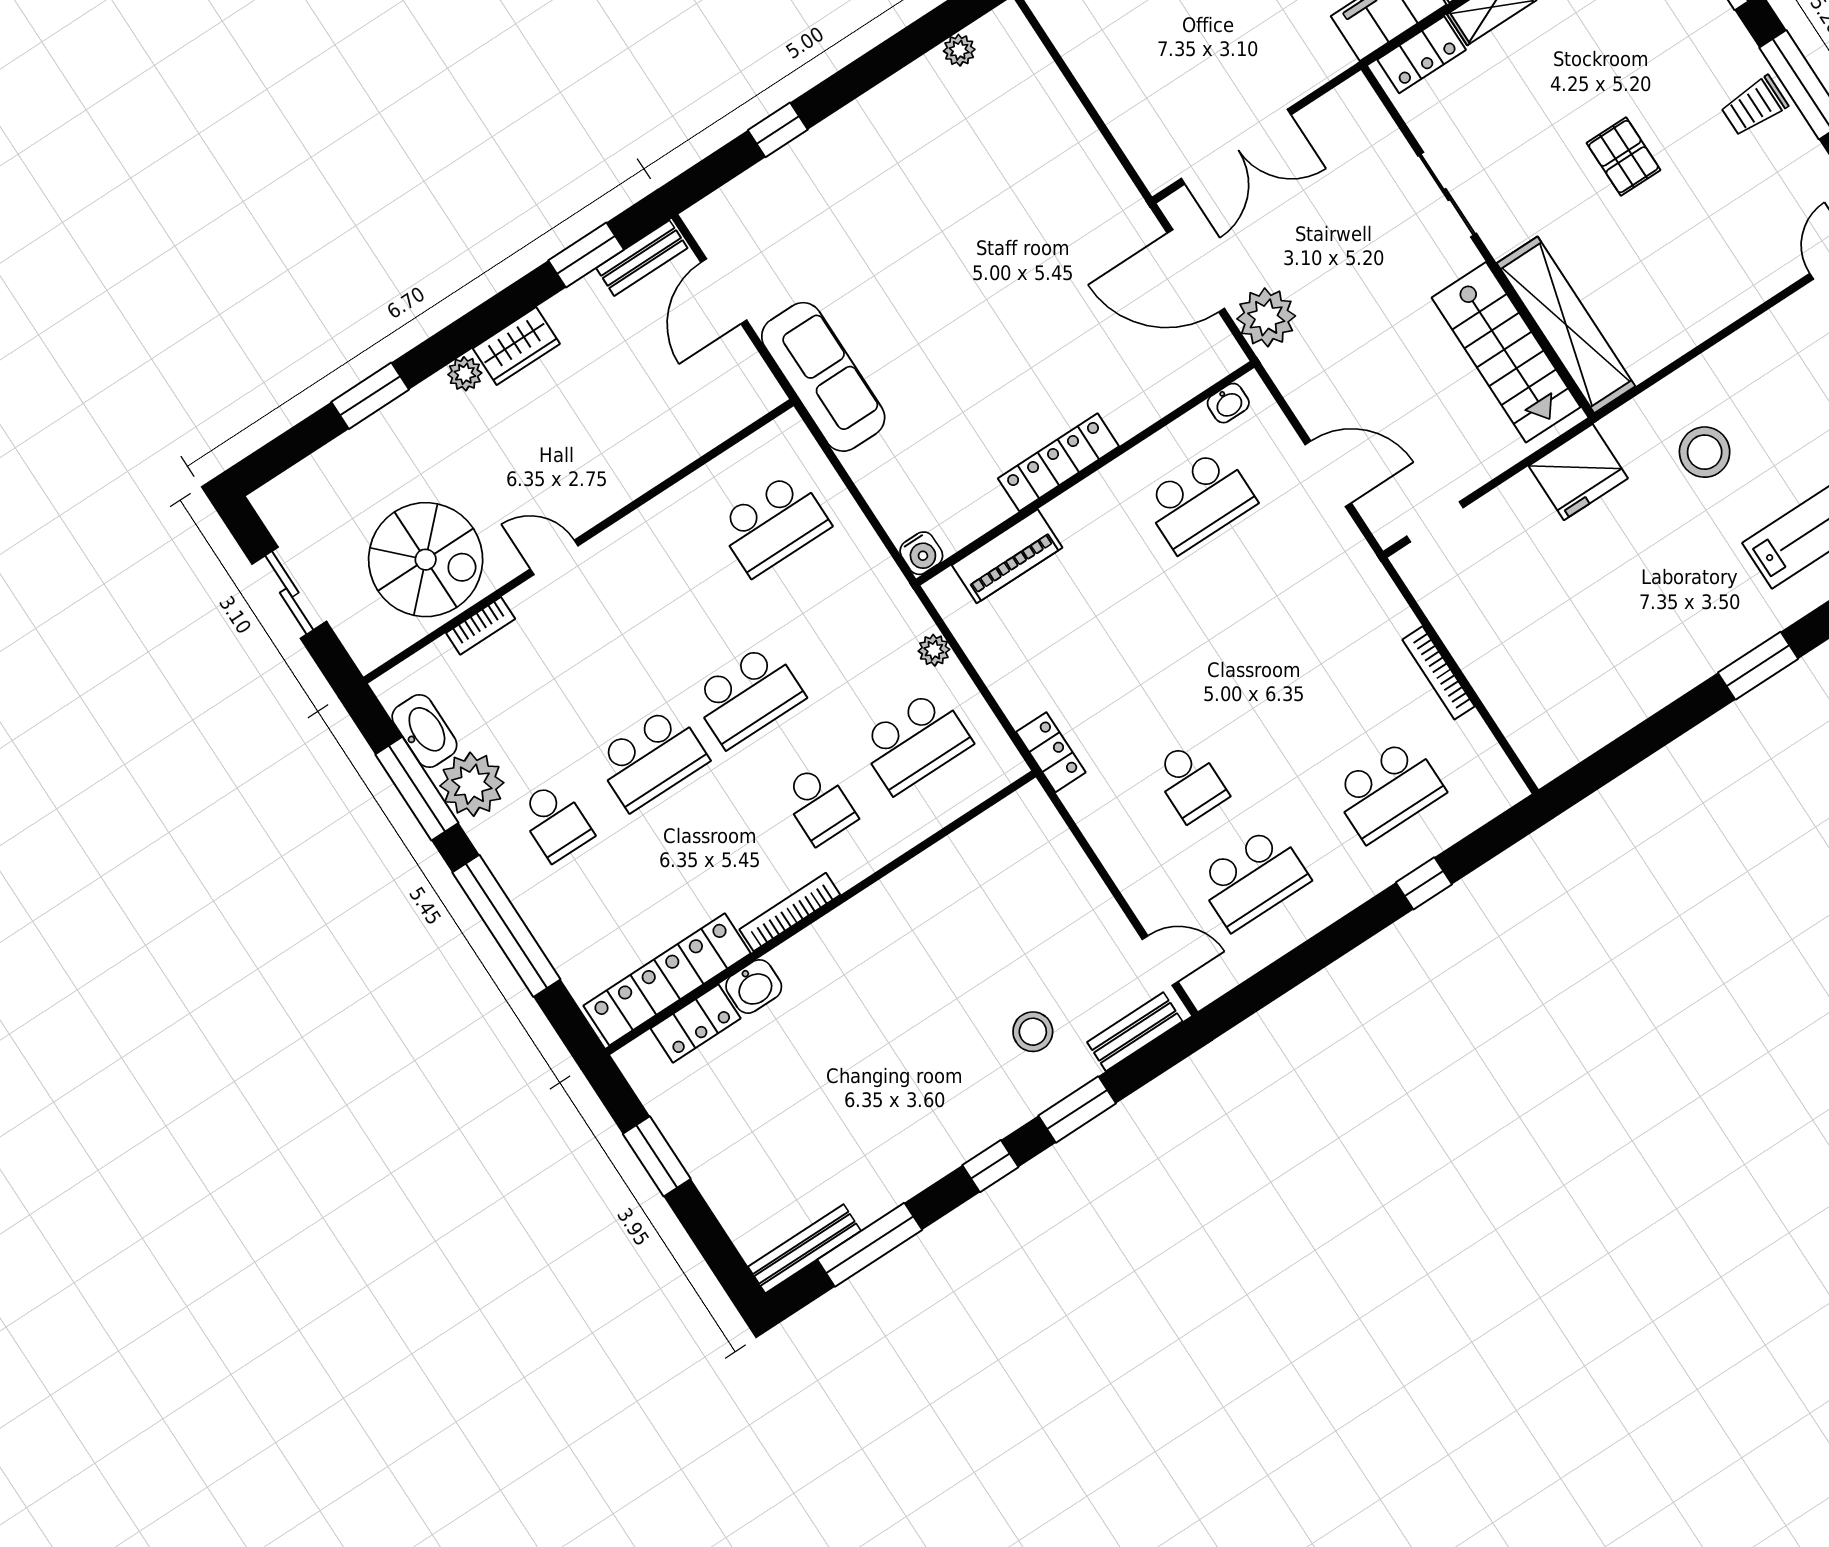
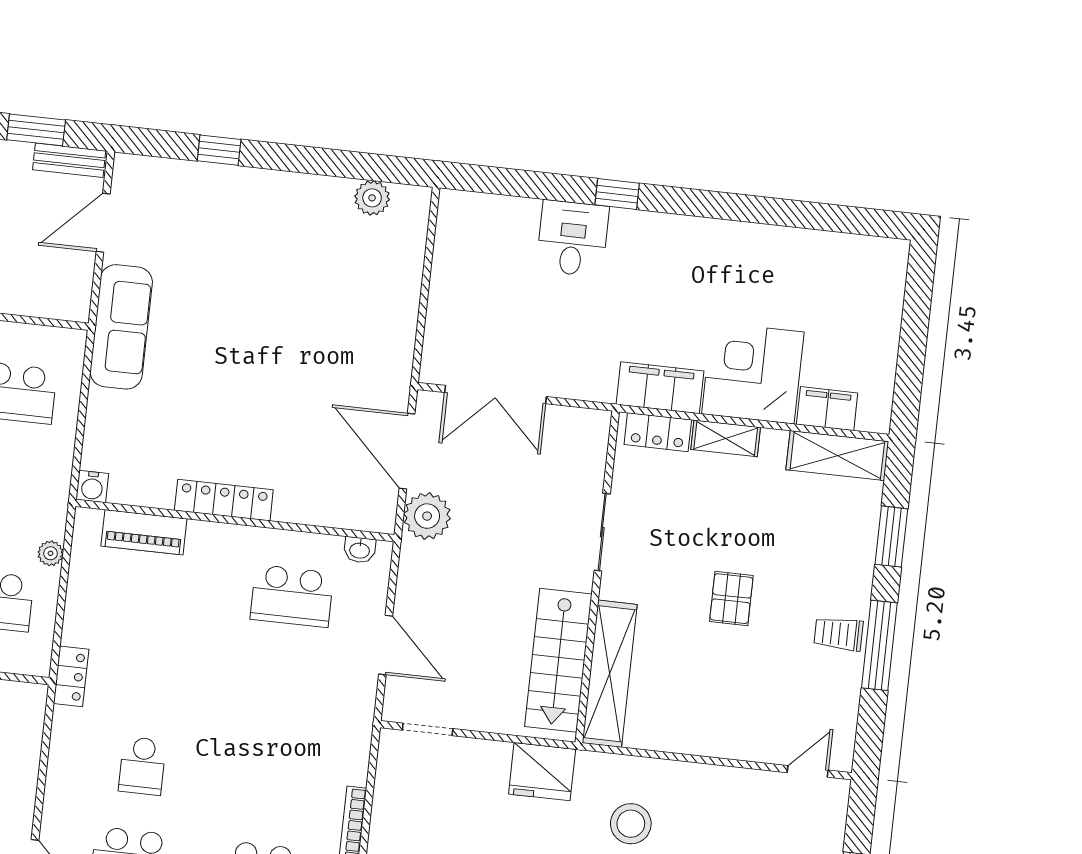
plant: (959, 50) -> (372, 198), width x1.38, depth x1.38

